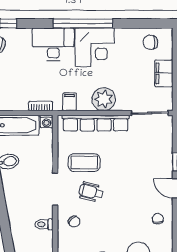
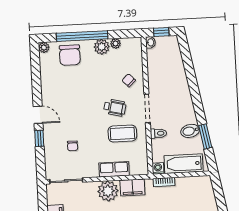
filing cabinet: (69, 102) -> (132, 187), width x2.00
row of seats: (96, 123) -> (114, 169), width x0.50
chair: (158, 219) -> (73, 146), moved
toilet: (44, 224) -> (158, 133), moved

